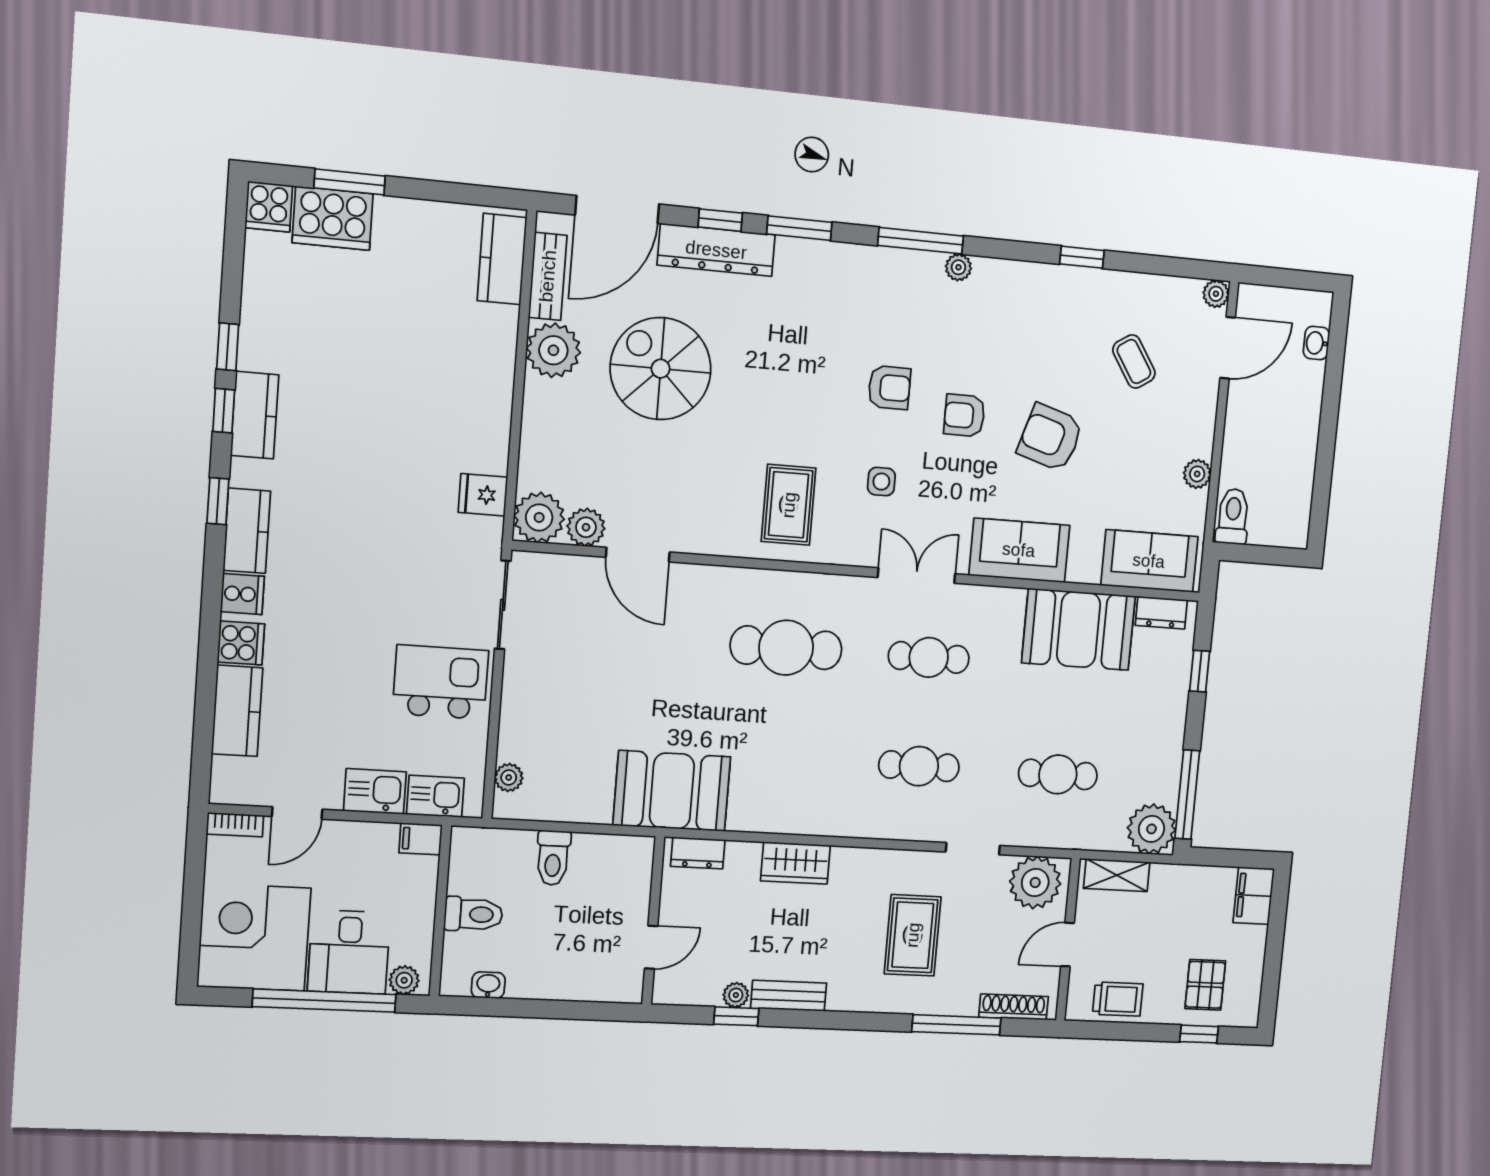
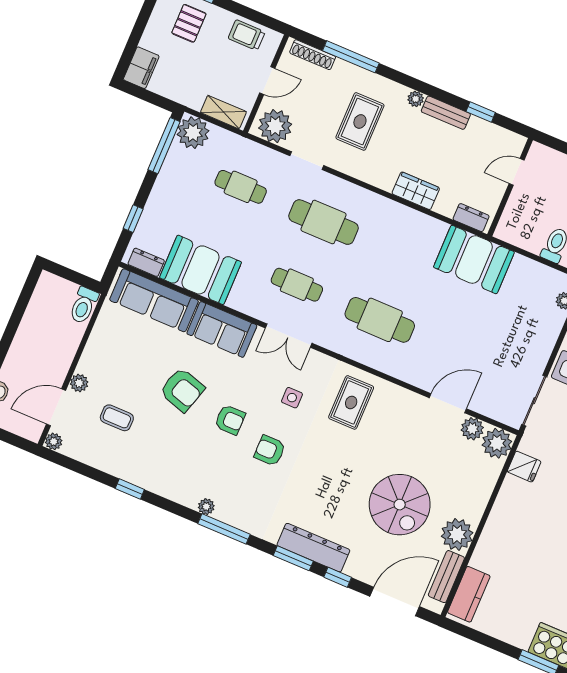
dresser: (716, 250) -> (313, 548), moved
coffee table: (1134, 361) -> (117, 418), turned -57
plant: (1197, 474) -> (79, 383), moved
door: (638, 555) -> (448, 403), hinge flipped
sofa: (1149, 561) -> (154, 300), width x1.36
cafe table: (919, 766) -> (323, 222), width x1.37, depth x1.35
plant: (736, 995) -> (416, 99), moved

